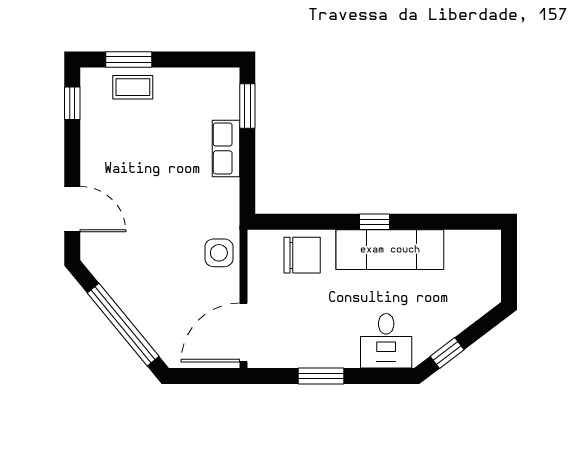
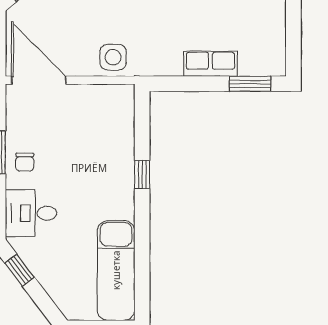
window: (374, 222) -> (142, 175), moved
exam couch: (390, 250) -> (116, 270), moved
chair: (302, 255) -> (25, 162), moved, width x0.54, depth x0.54

